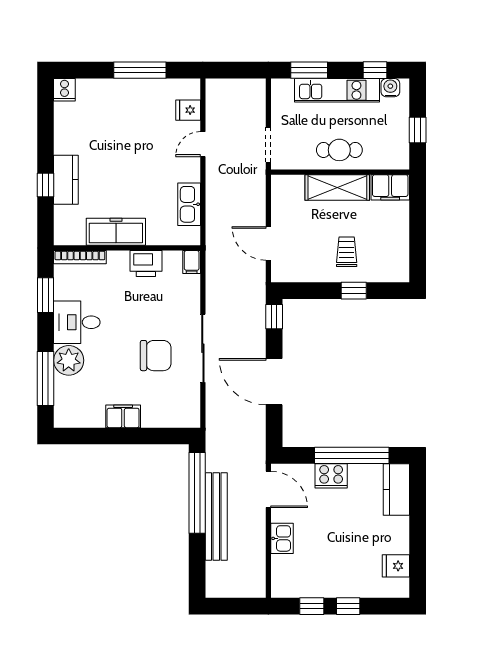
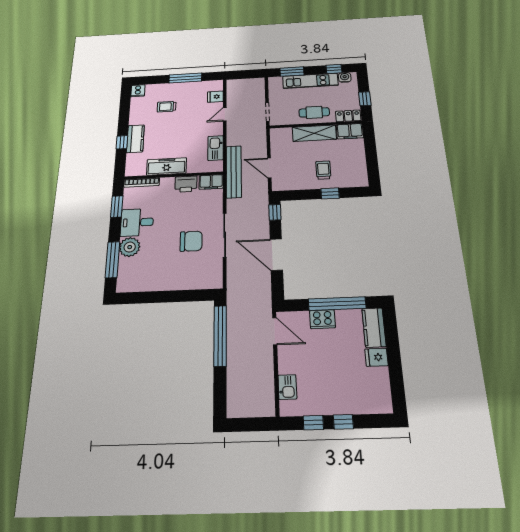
trolley: (112, 124) -> (167, 107), added
locker: (390, 160) -> (348, 116), added
filing cabinet: (192, 262) -> (211, 182), width x2.00
filing cabinet: (123, 416) -> (166, 283), removed
bench: (216, 517) -> (234, 172), moved
kitchen sink: (282, 538) -> (287, 387), moved
fridge: (396, 566) -> (376, 357), moved

